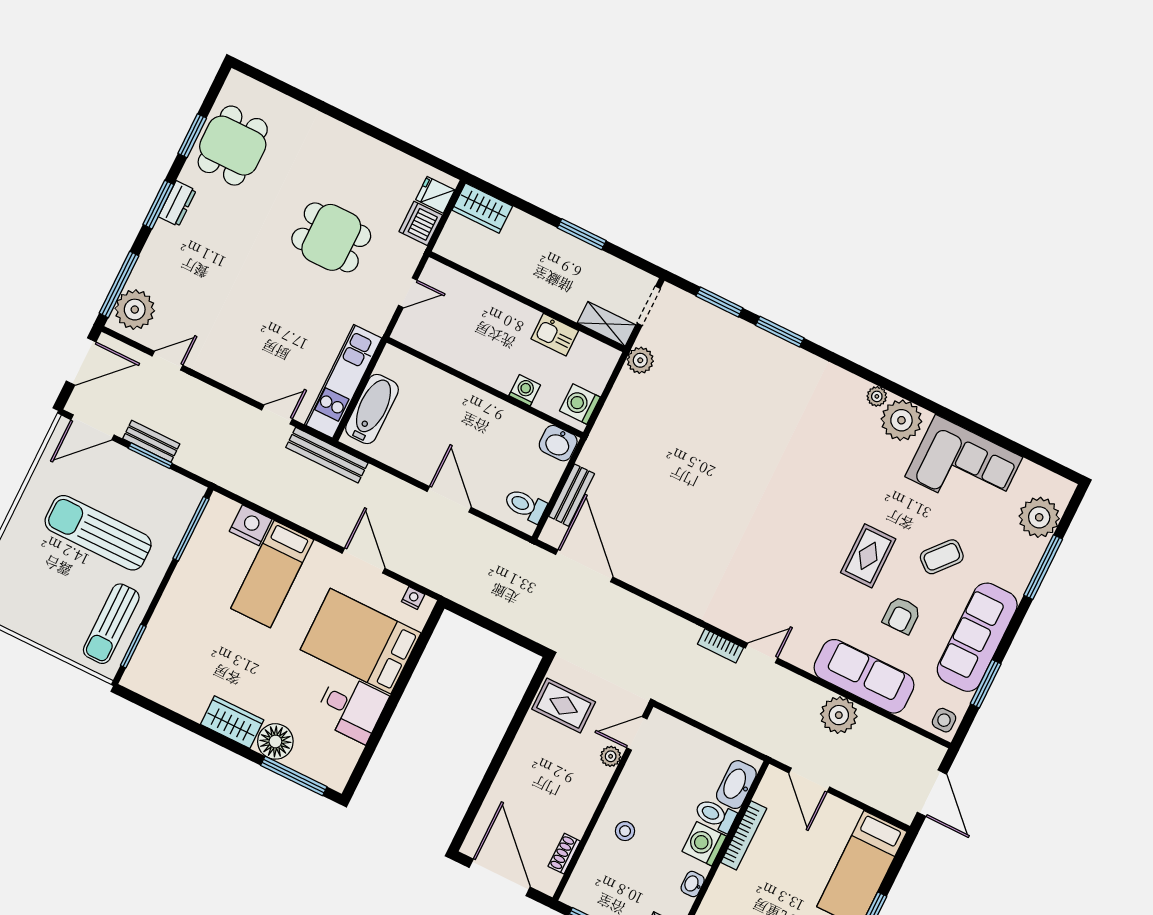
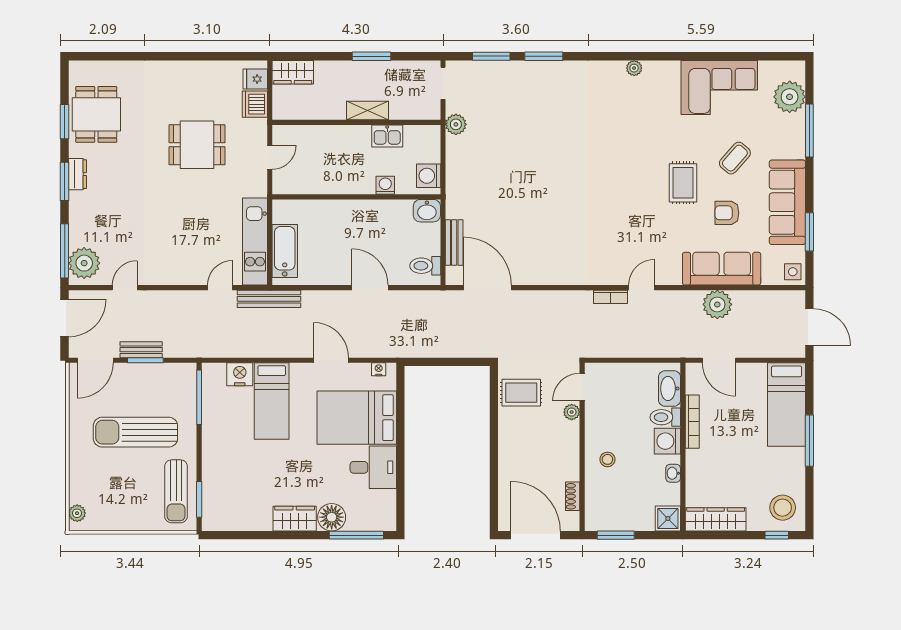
shelving: (607, 324) -> (367, 111), moved
plant: (901, 420) -> (660, 76), removed
armchair: (902, 615) -> (727, 213), turned 90

